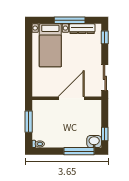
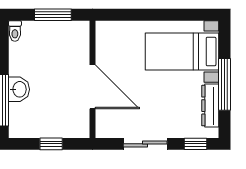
sliding door: (105, 78) -> (145, 144), moved
window: (105, 134) -> (51, 144), moved
washbasin: (94, 142) -> (19, 89), moved

